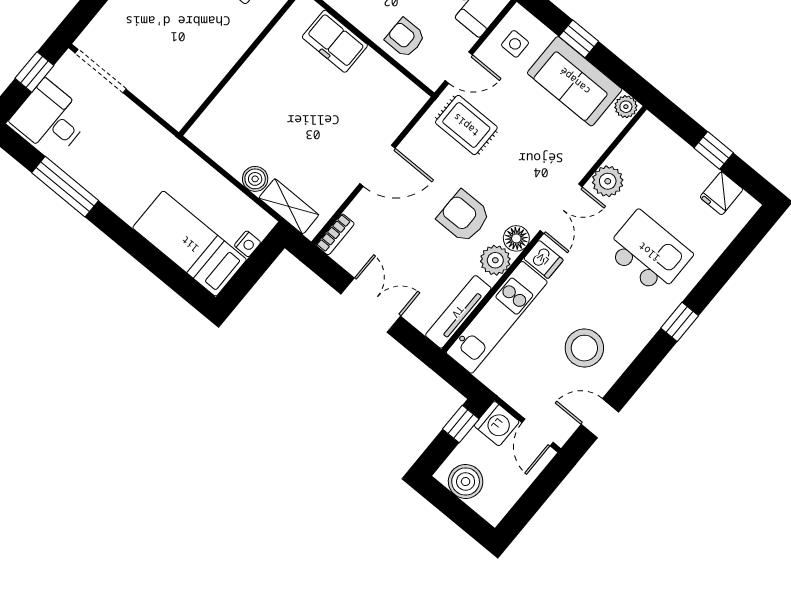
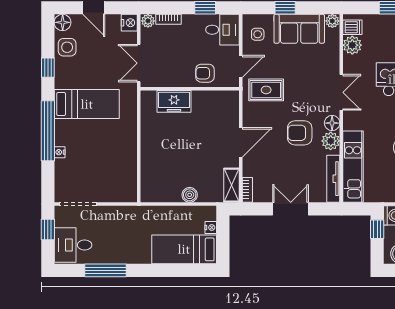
plant: (608, 181) -> (352, 45), moved
shelving: (289, 206) -> (231, 185), moved, turned 90
dishwasher: (543, 259) -> (352, 27), moved

